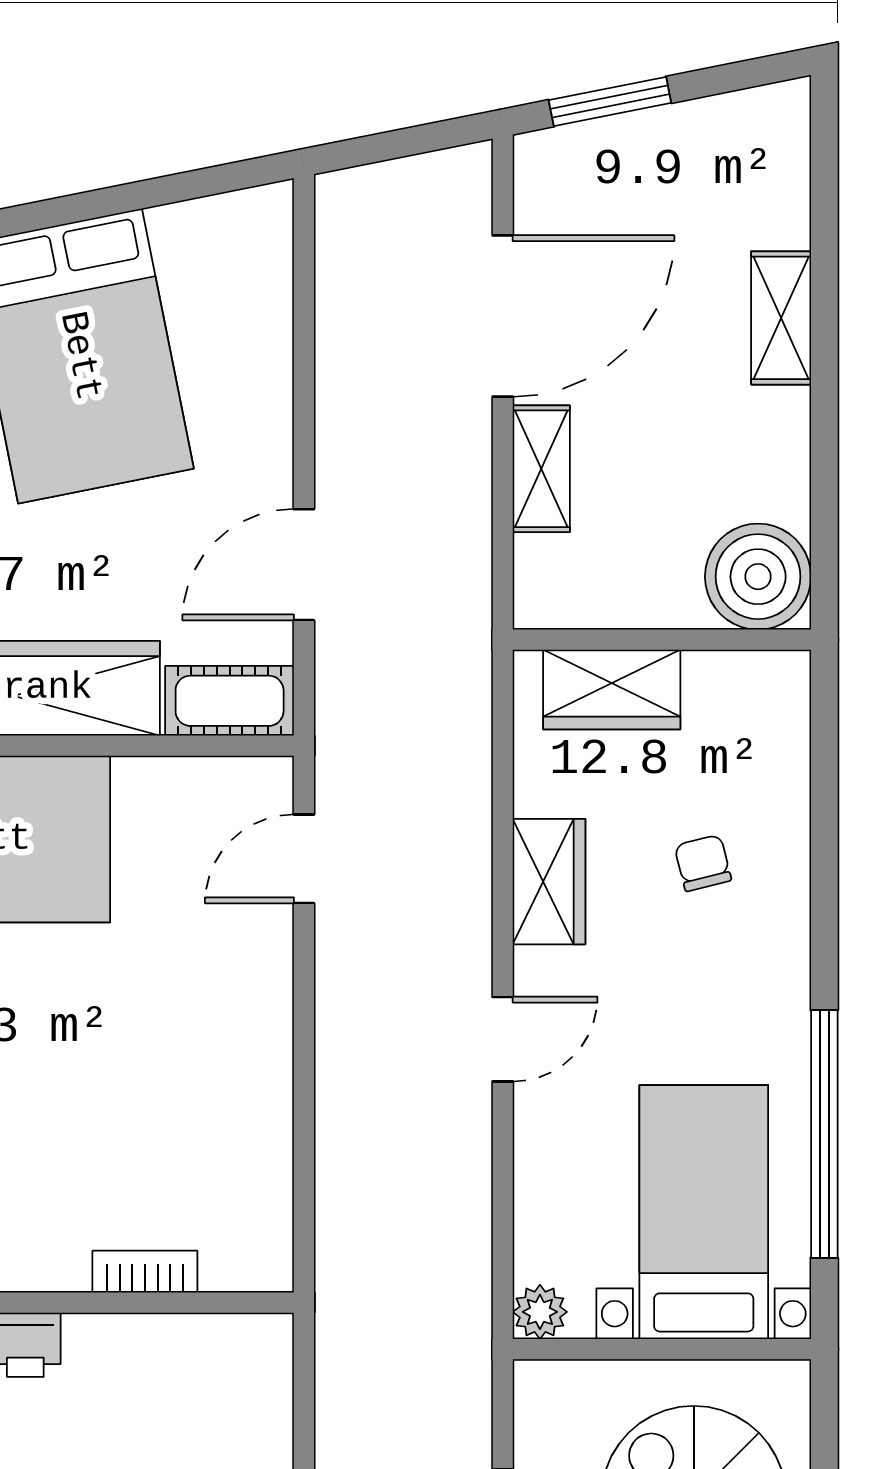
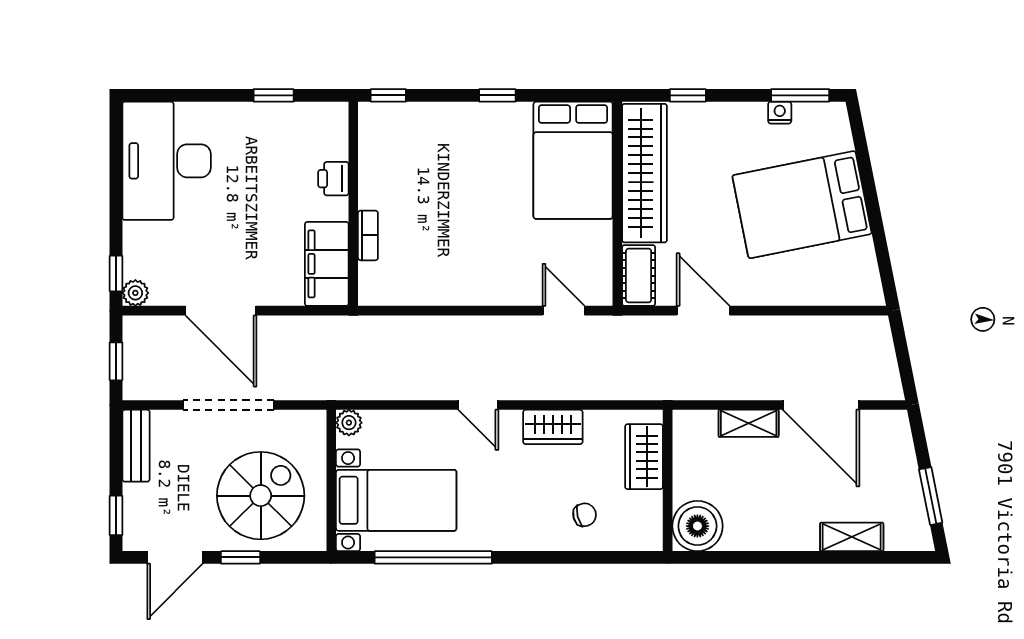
window: (610, 101) -> (931, 496), moved
shelving: (781, 318) -> (852, 537), moved
chair: (703, 863) -> (585, 515), moved
filing cabinet: (205, 1359) -> (327, 264), added

